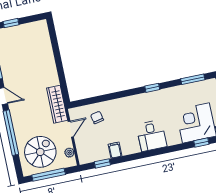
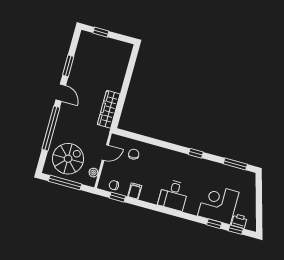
wardrobe: (57, 104) -> (109, 109), moved
chair: (94, 154) -> (114, 185), added

